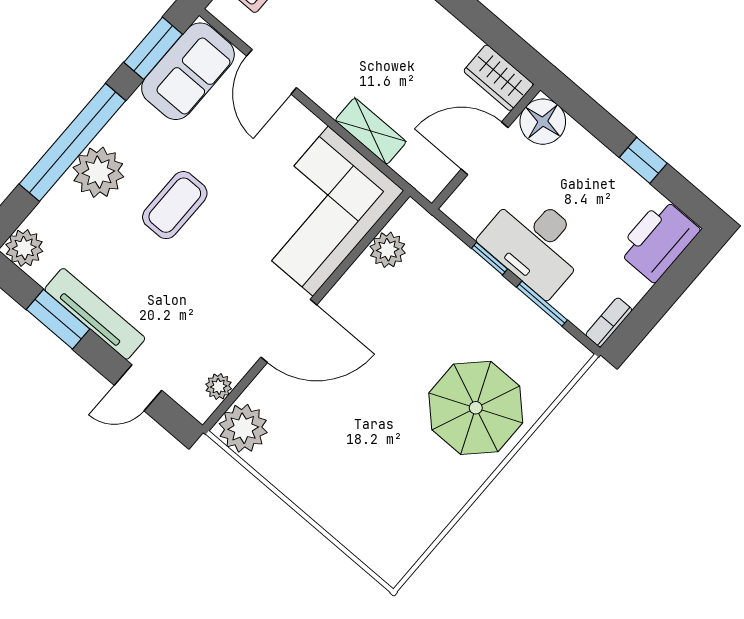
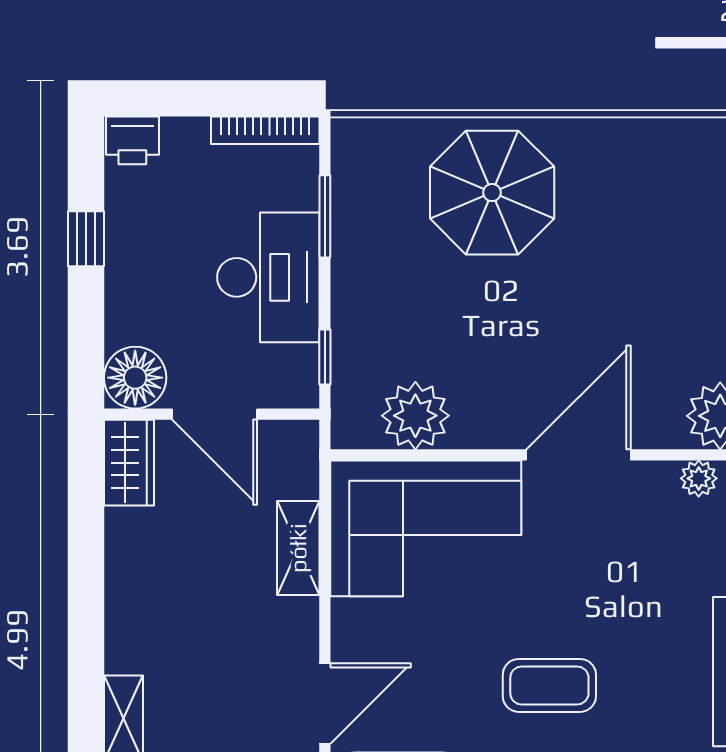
printer: (658, 240) -> (132, 140), width x0.53, depth x0.68
plant: (388, 250) -> (415, 416), width x1.36, depth x1.36
window: (489, 259) -> (325, 357), moved
bookcase: (609, 322) -> (265, 130), width x1.56
door: (289, 331) -> (578, 455), hinge flipped

